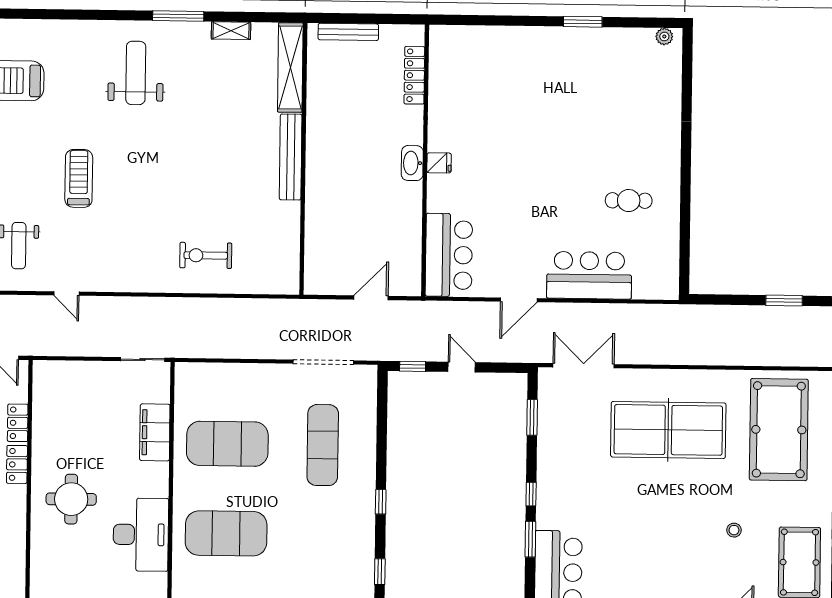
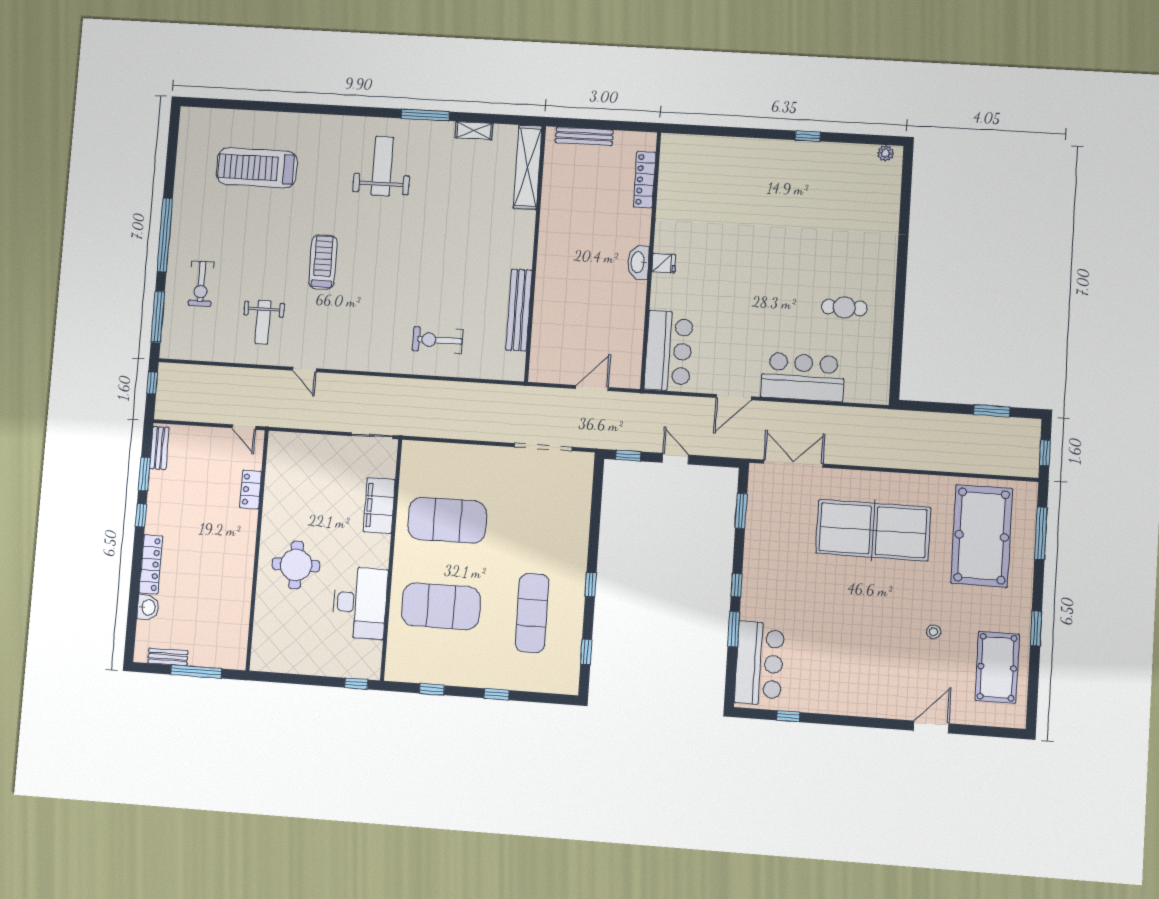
window: (583, 22) -> (808, 136), width x0.67
bench: (291, 157) -> (519, 310), moved
exercise mat: (323, 445) -> (532, 613), moved
locker: (17, 464) -> (247, 529), removed

